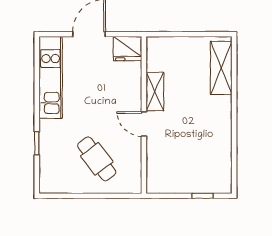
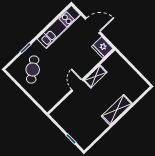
shelving: (221, 68) -> (117, 110), moved
cafe table: (97, 159) -> (33, 70), moved

